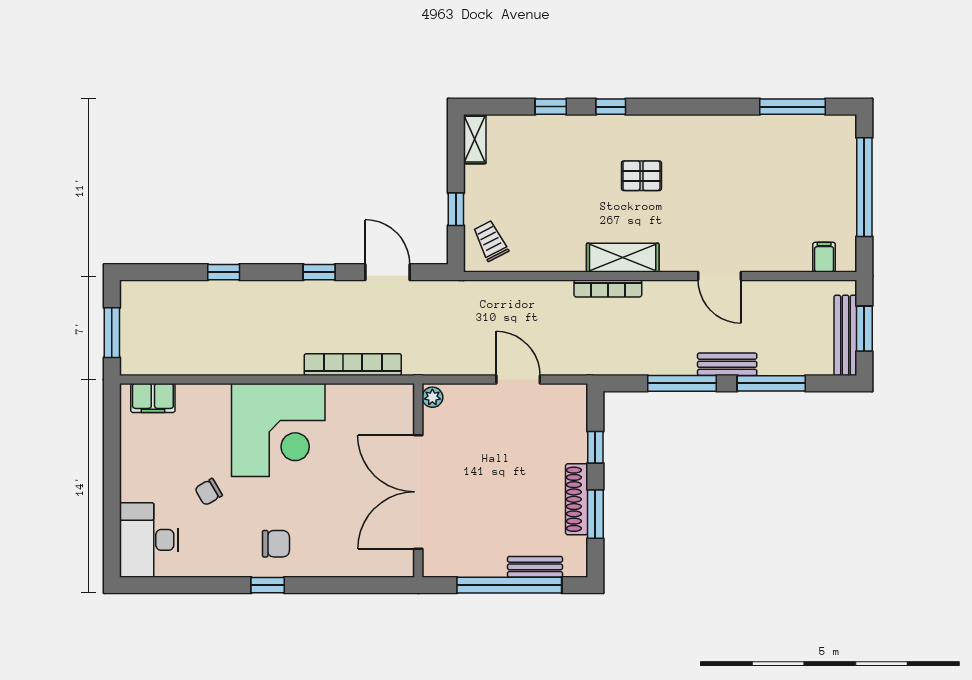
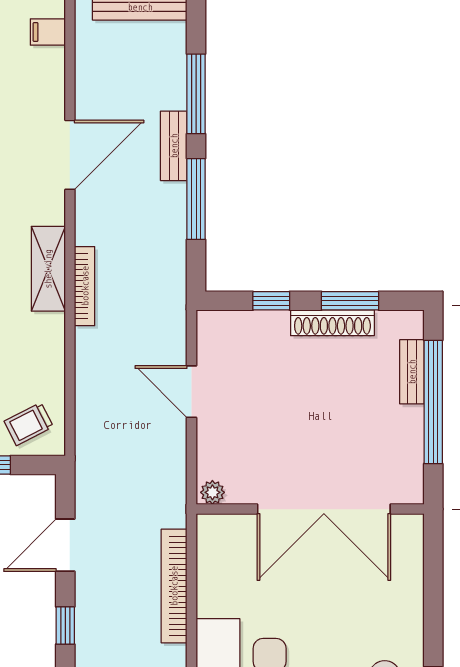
door: (720, 276) -> (70, 155), width x1.36
door: (518, 379) -> (192, 392), hinge flipped

